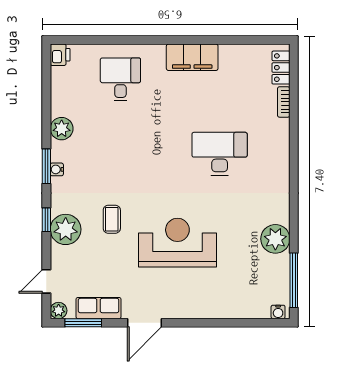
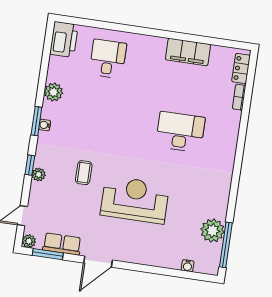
printer: (60, 55) -> (64, 40), width x1.87, depth x1.48
filing cabinet: (192, 57) -> (188, 52), moved
plant: (66, 229) -> (39, 175), width x0.53, depth x0.53
plant: (275, 239) -> (212, 231), moved
water cooler: (278, 312) -> (188, 266), moved

